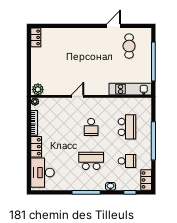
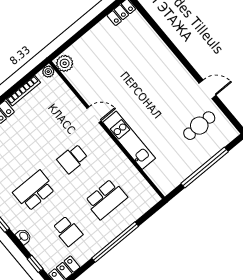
kitchen unit: (130, 89) -> (129, 140), moved
school desk: (91, 161) -> (34, 191), turned -90

